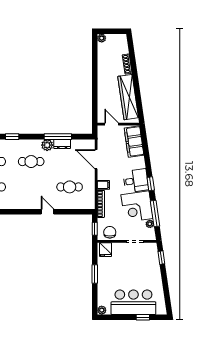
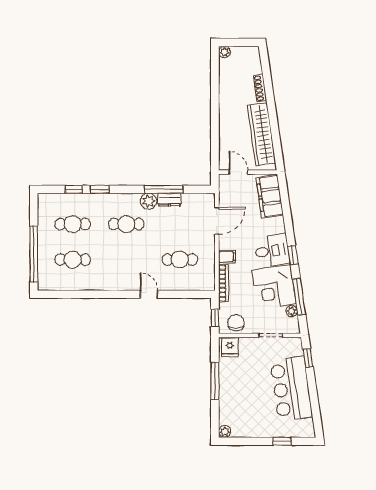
door: (96, 159) -> (217, 221), swing flipped
window: (95, 274) -> (215, 381), width x1.44
bar counter: (133, 302) -> (291, 389), moved, turned -98

